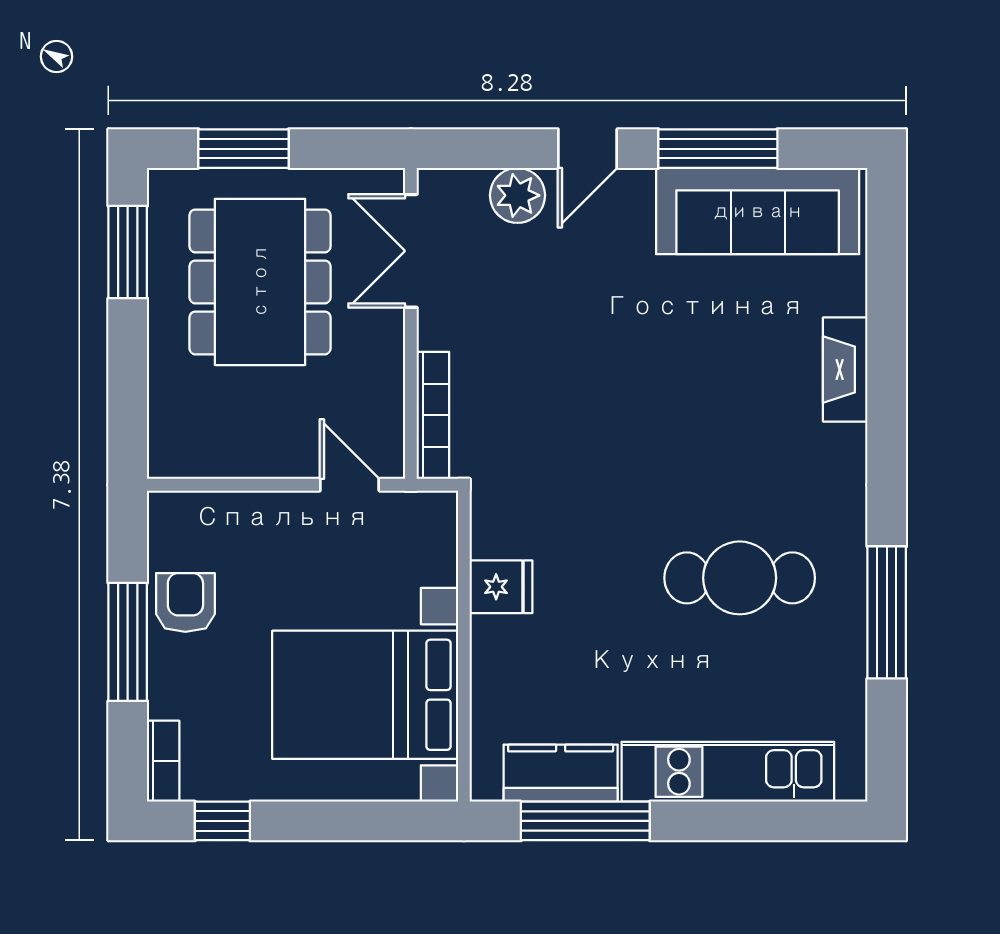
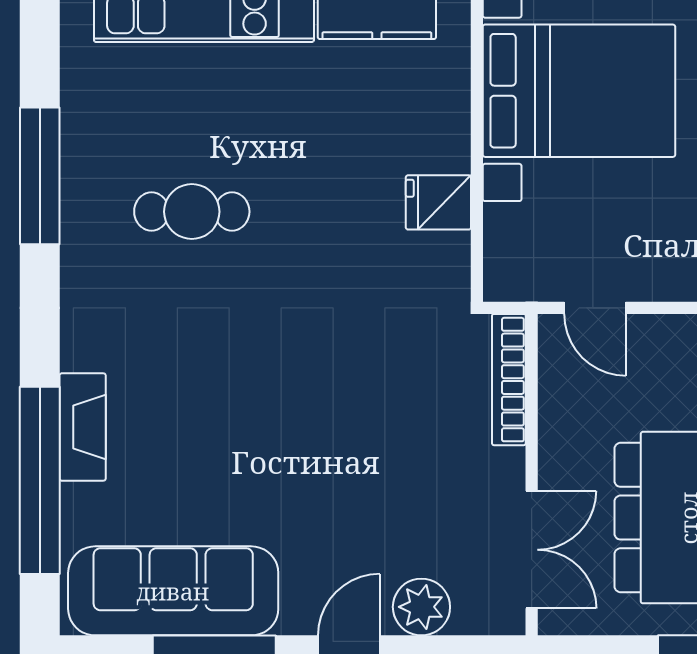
window: (887, 318) -> (40, 480), added
cafe table: (740, 578) -> (192, 212), width x0.73, depth x0.74

